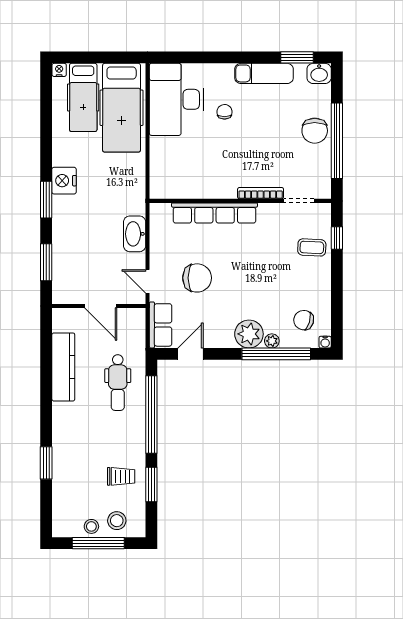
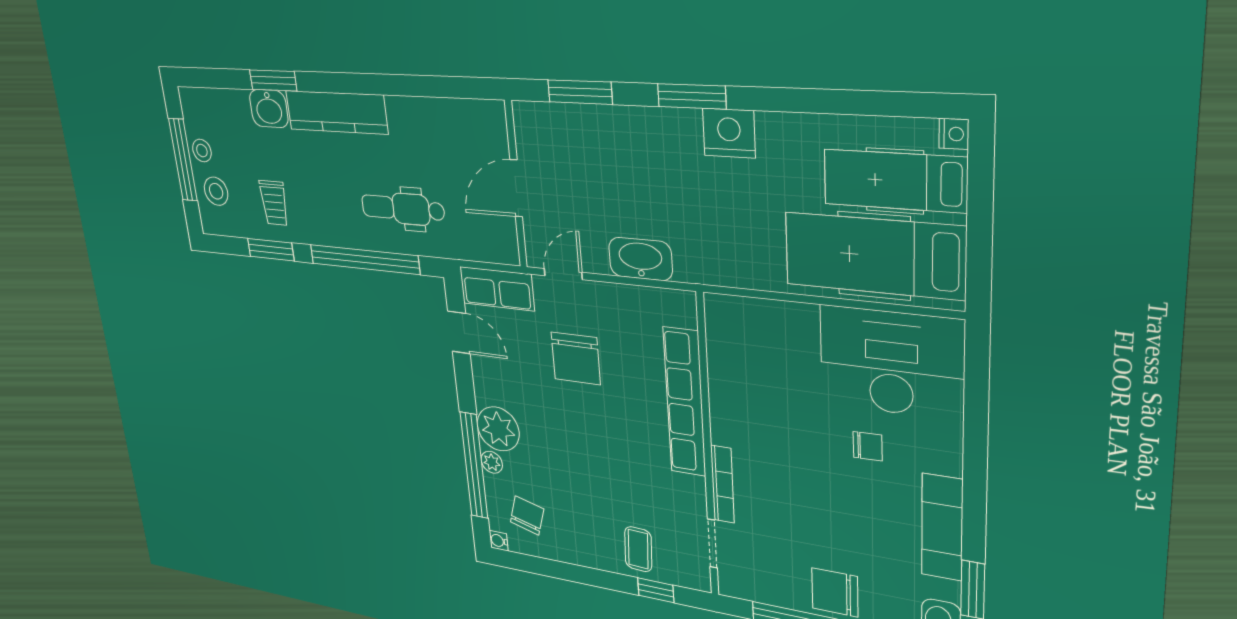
kitchen counter: (63, 367) -> (336, 112), moved
washbasin: (63, 469) -> (269, 109), added

